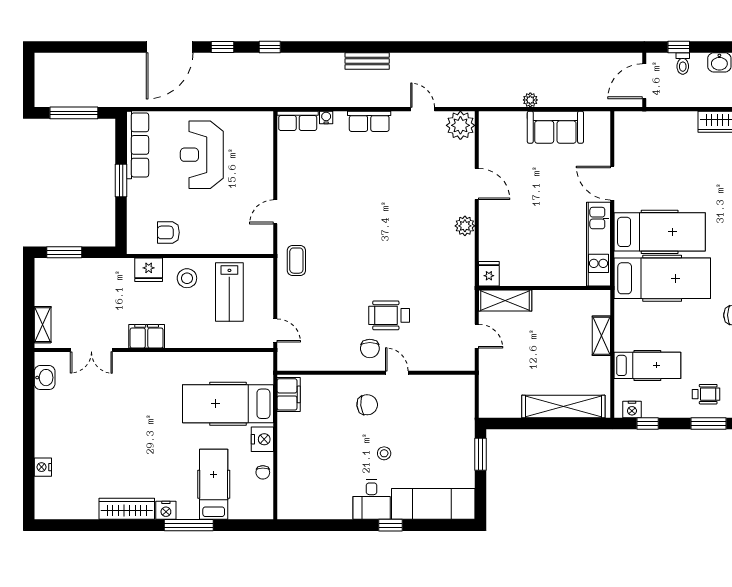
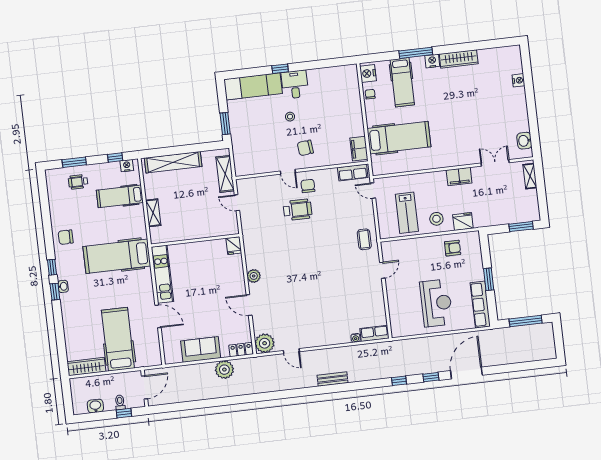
plant: (530, 100) -> (224, 370), width x1.87, depth x1.87
locker: (496, 120) -> (241, 350), added
row of seats: (369, 121) -> (353, 173), moved, turned 180
hospital bed: (660, 232) -> (118, 339), moved, turned 90
lab bench: (229, 292) -> (407, 213), turned 180
shelving: (505, 300) -> (225, 174), moved, turned 90
nightstand: (262, 439) -> (368, 73), moved

